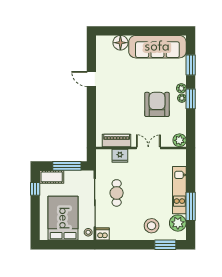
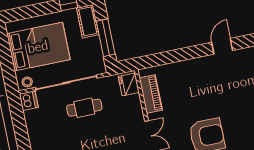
fridge: (120, 156) -> (129, 84), moved

